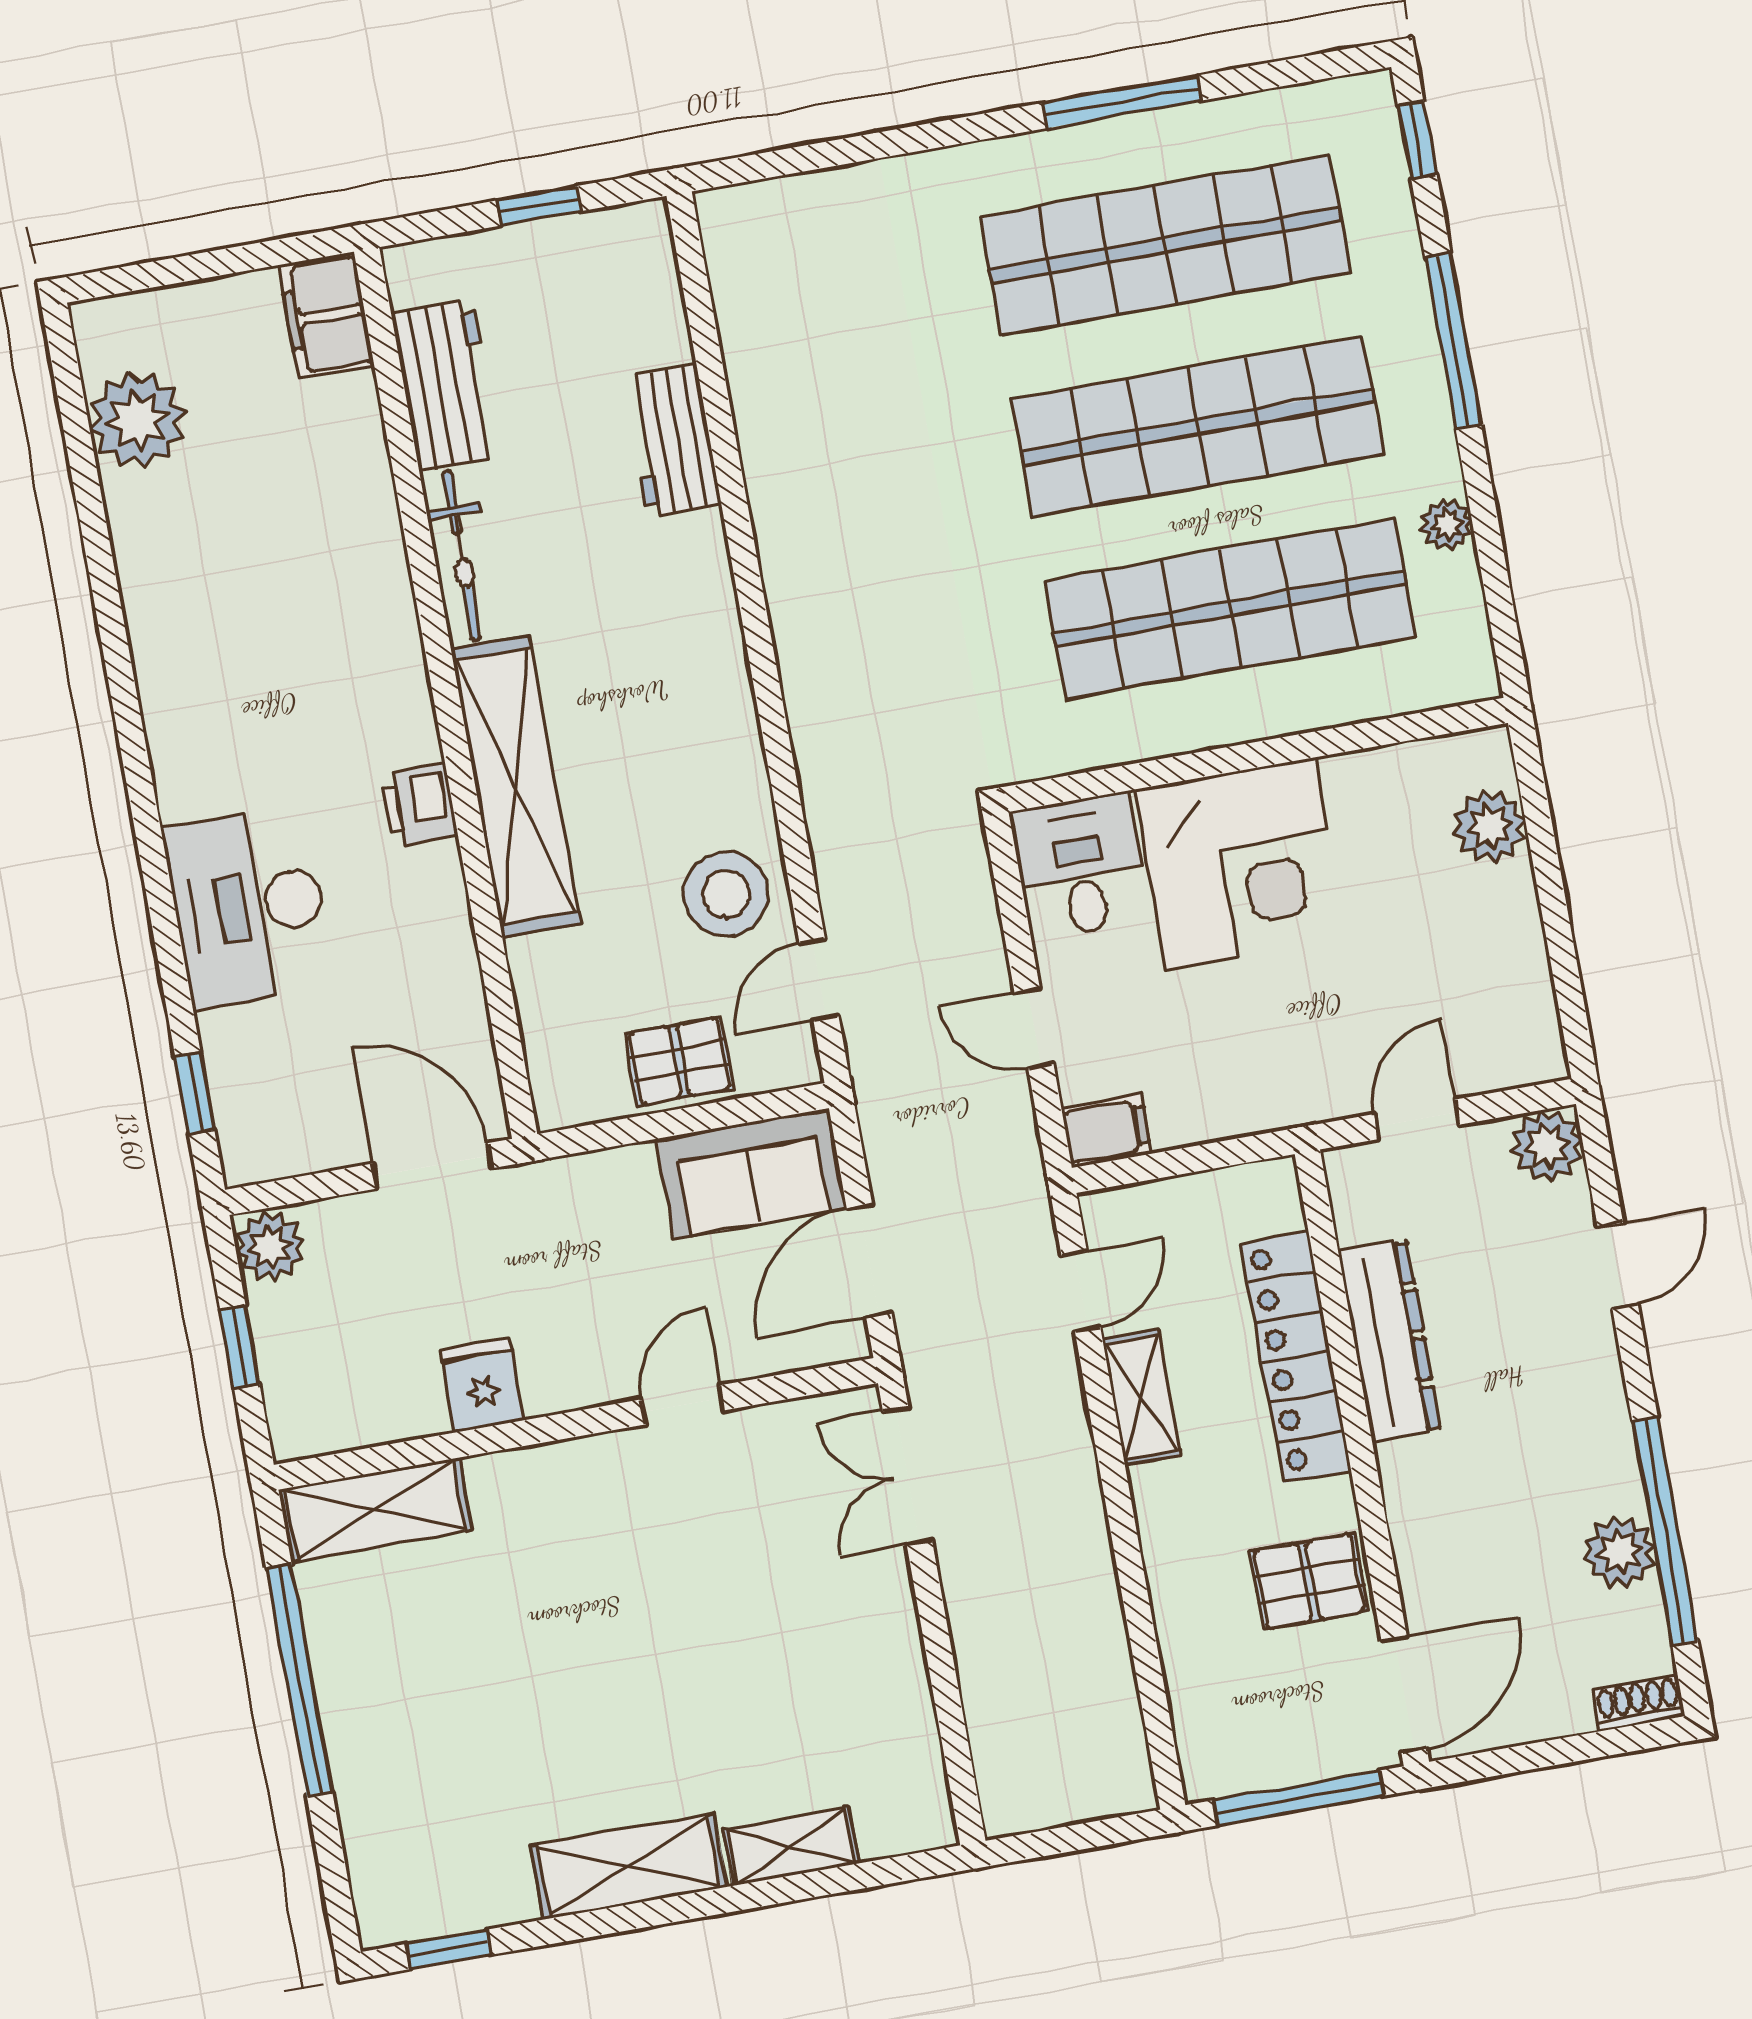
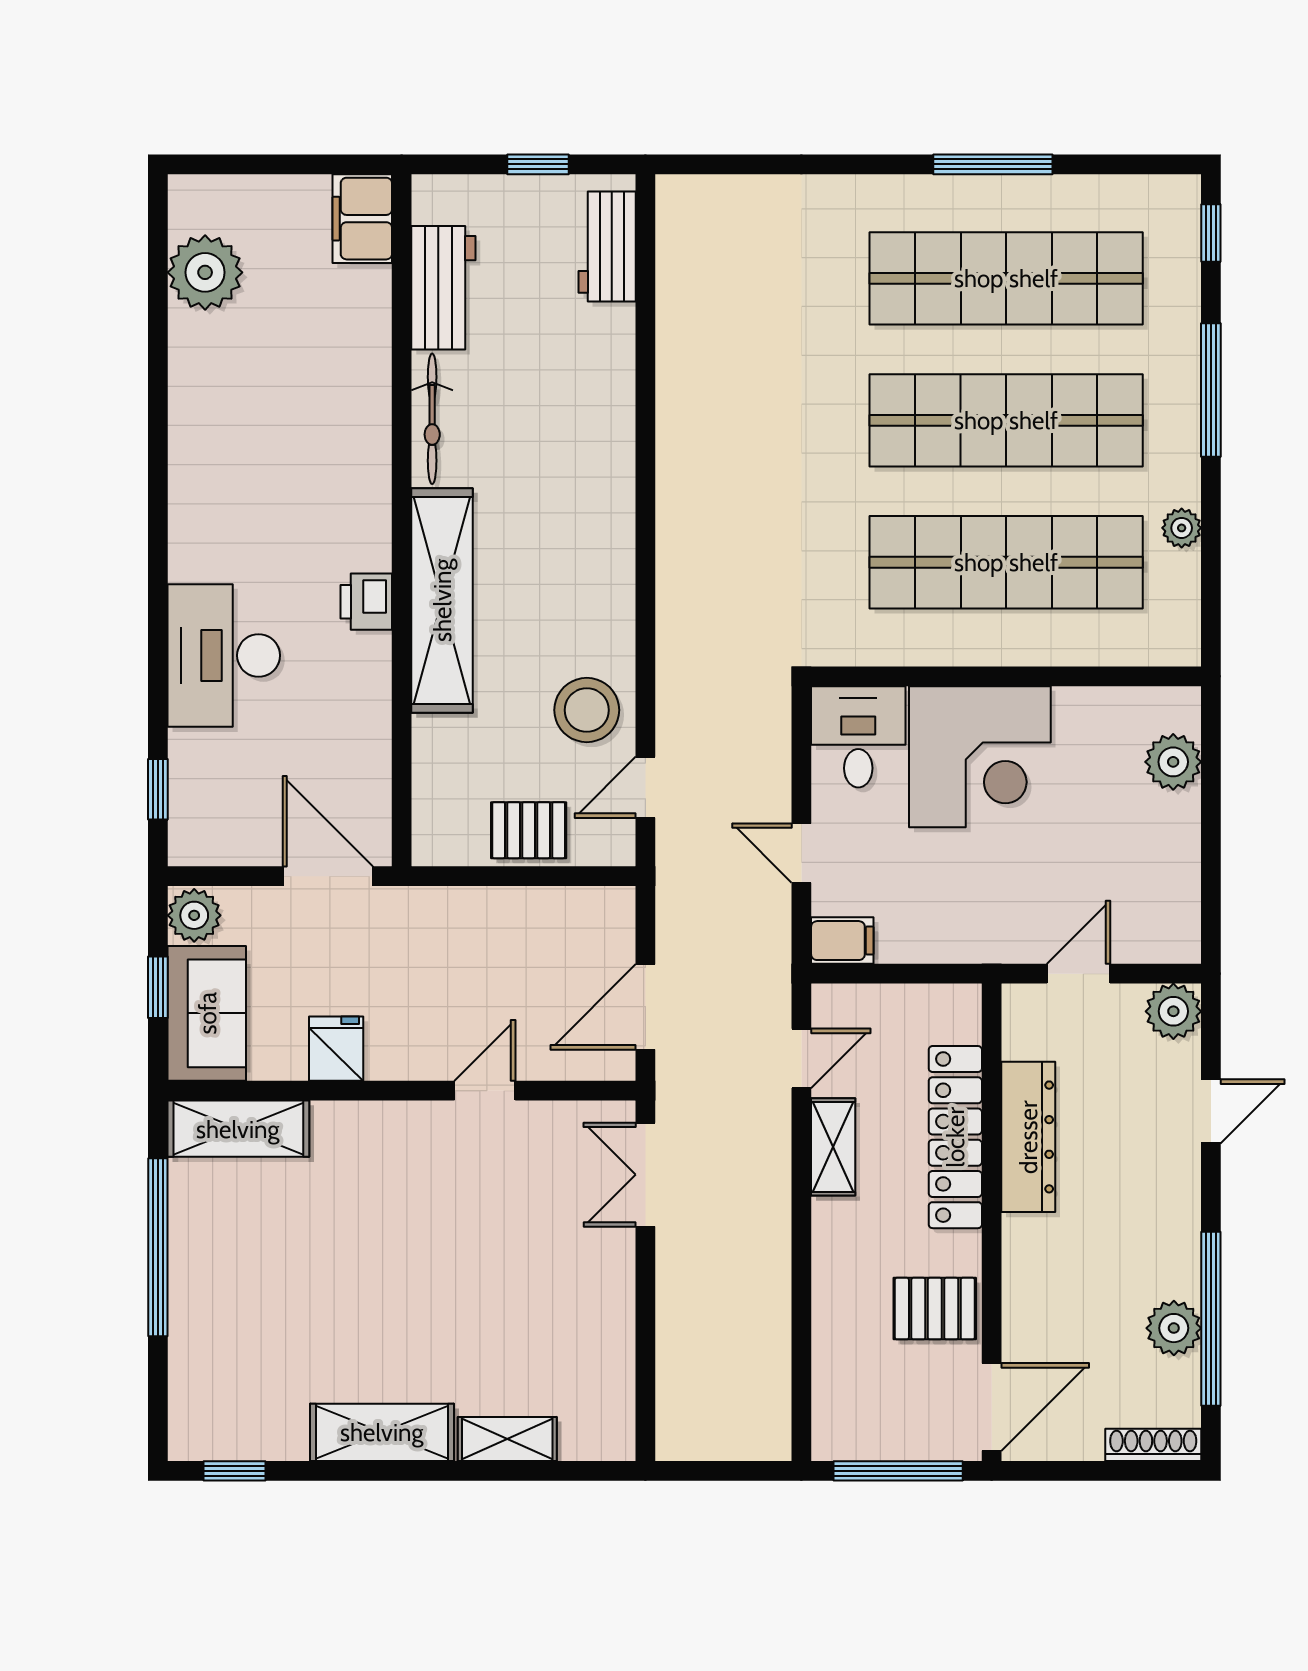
workbench: (672, 441) -> (607, 247), moved
sofa: (751, 1174) -> (207, 1013), moved, turned -90
shoe rack: (1638, 1703) -> (1153, 1445), width x1.43

